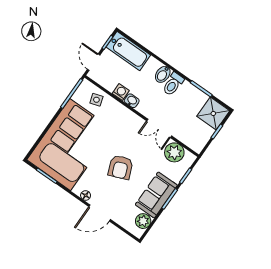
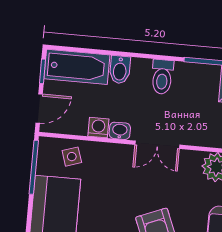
door: (94, 62) -> (39, 109), swing flipped
bidet: (163, 74) -> (120, 70), moved
double door: (159, 128) -> (157, 145), moved

